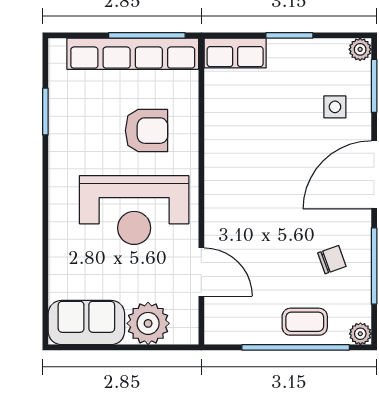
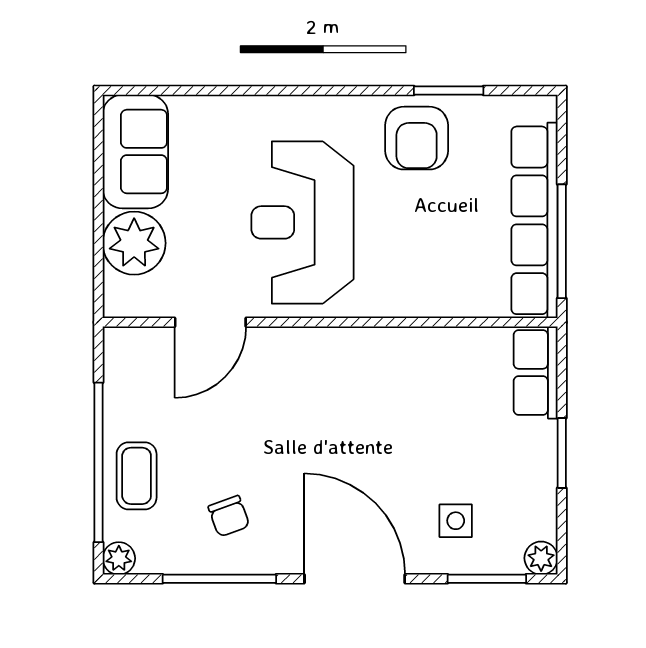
armchair: (147, 131) -> (417, 138), moved

